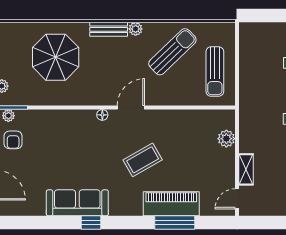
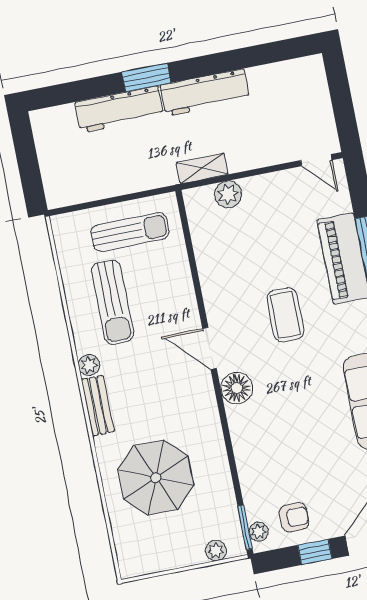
sun lounger: (172, 52) -> (113, 302), turned -136
floor lamp: (102, 115) -> (237, 388), width x1.89, depth x1.89
coffee table: (143, 160) -> (285, 315), turned 30
shelving: (246, 169) -> (202, 168), moved

